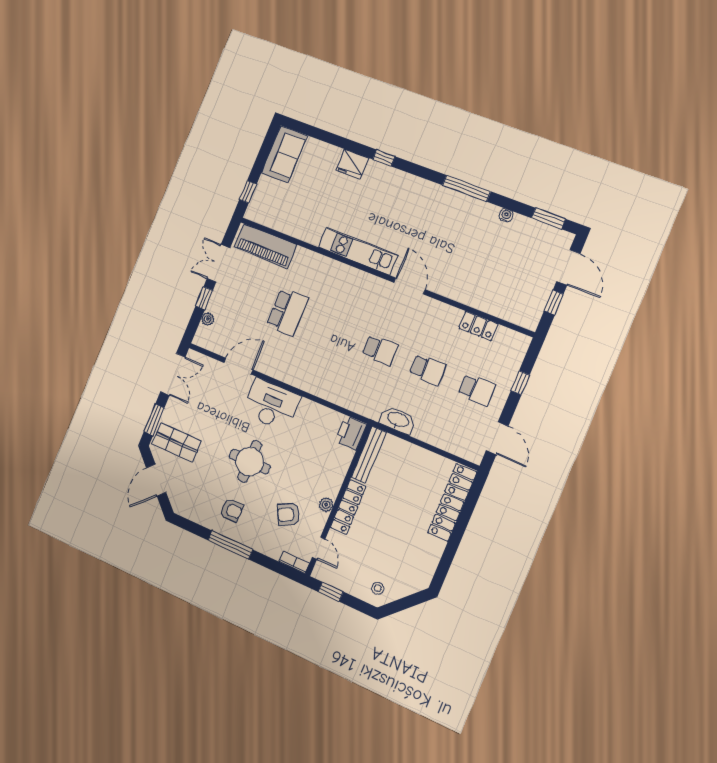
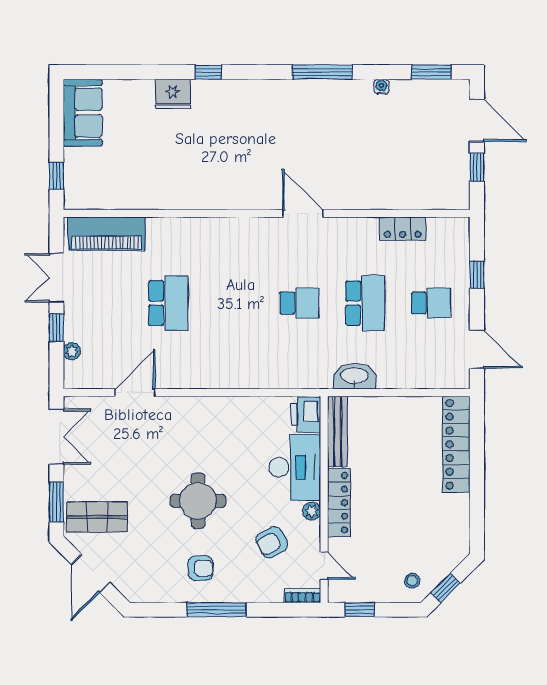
kitchen unit: (358, 251) -> (224, 196), removed
school desk: (428, 370) -> (365, 303), width x1.85
desk: (271, 405) -> (295, 467), moved, turned 90
window: (400, 605) -> (446, 588), added

